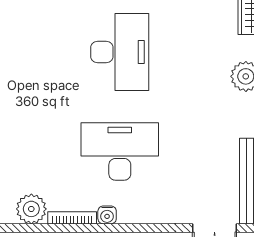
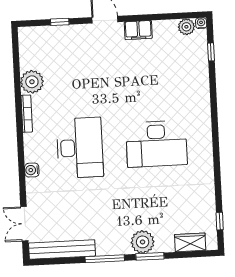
water cooler: (107, 215) -> (32, 170), moved

